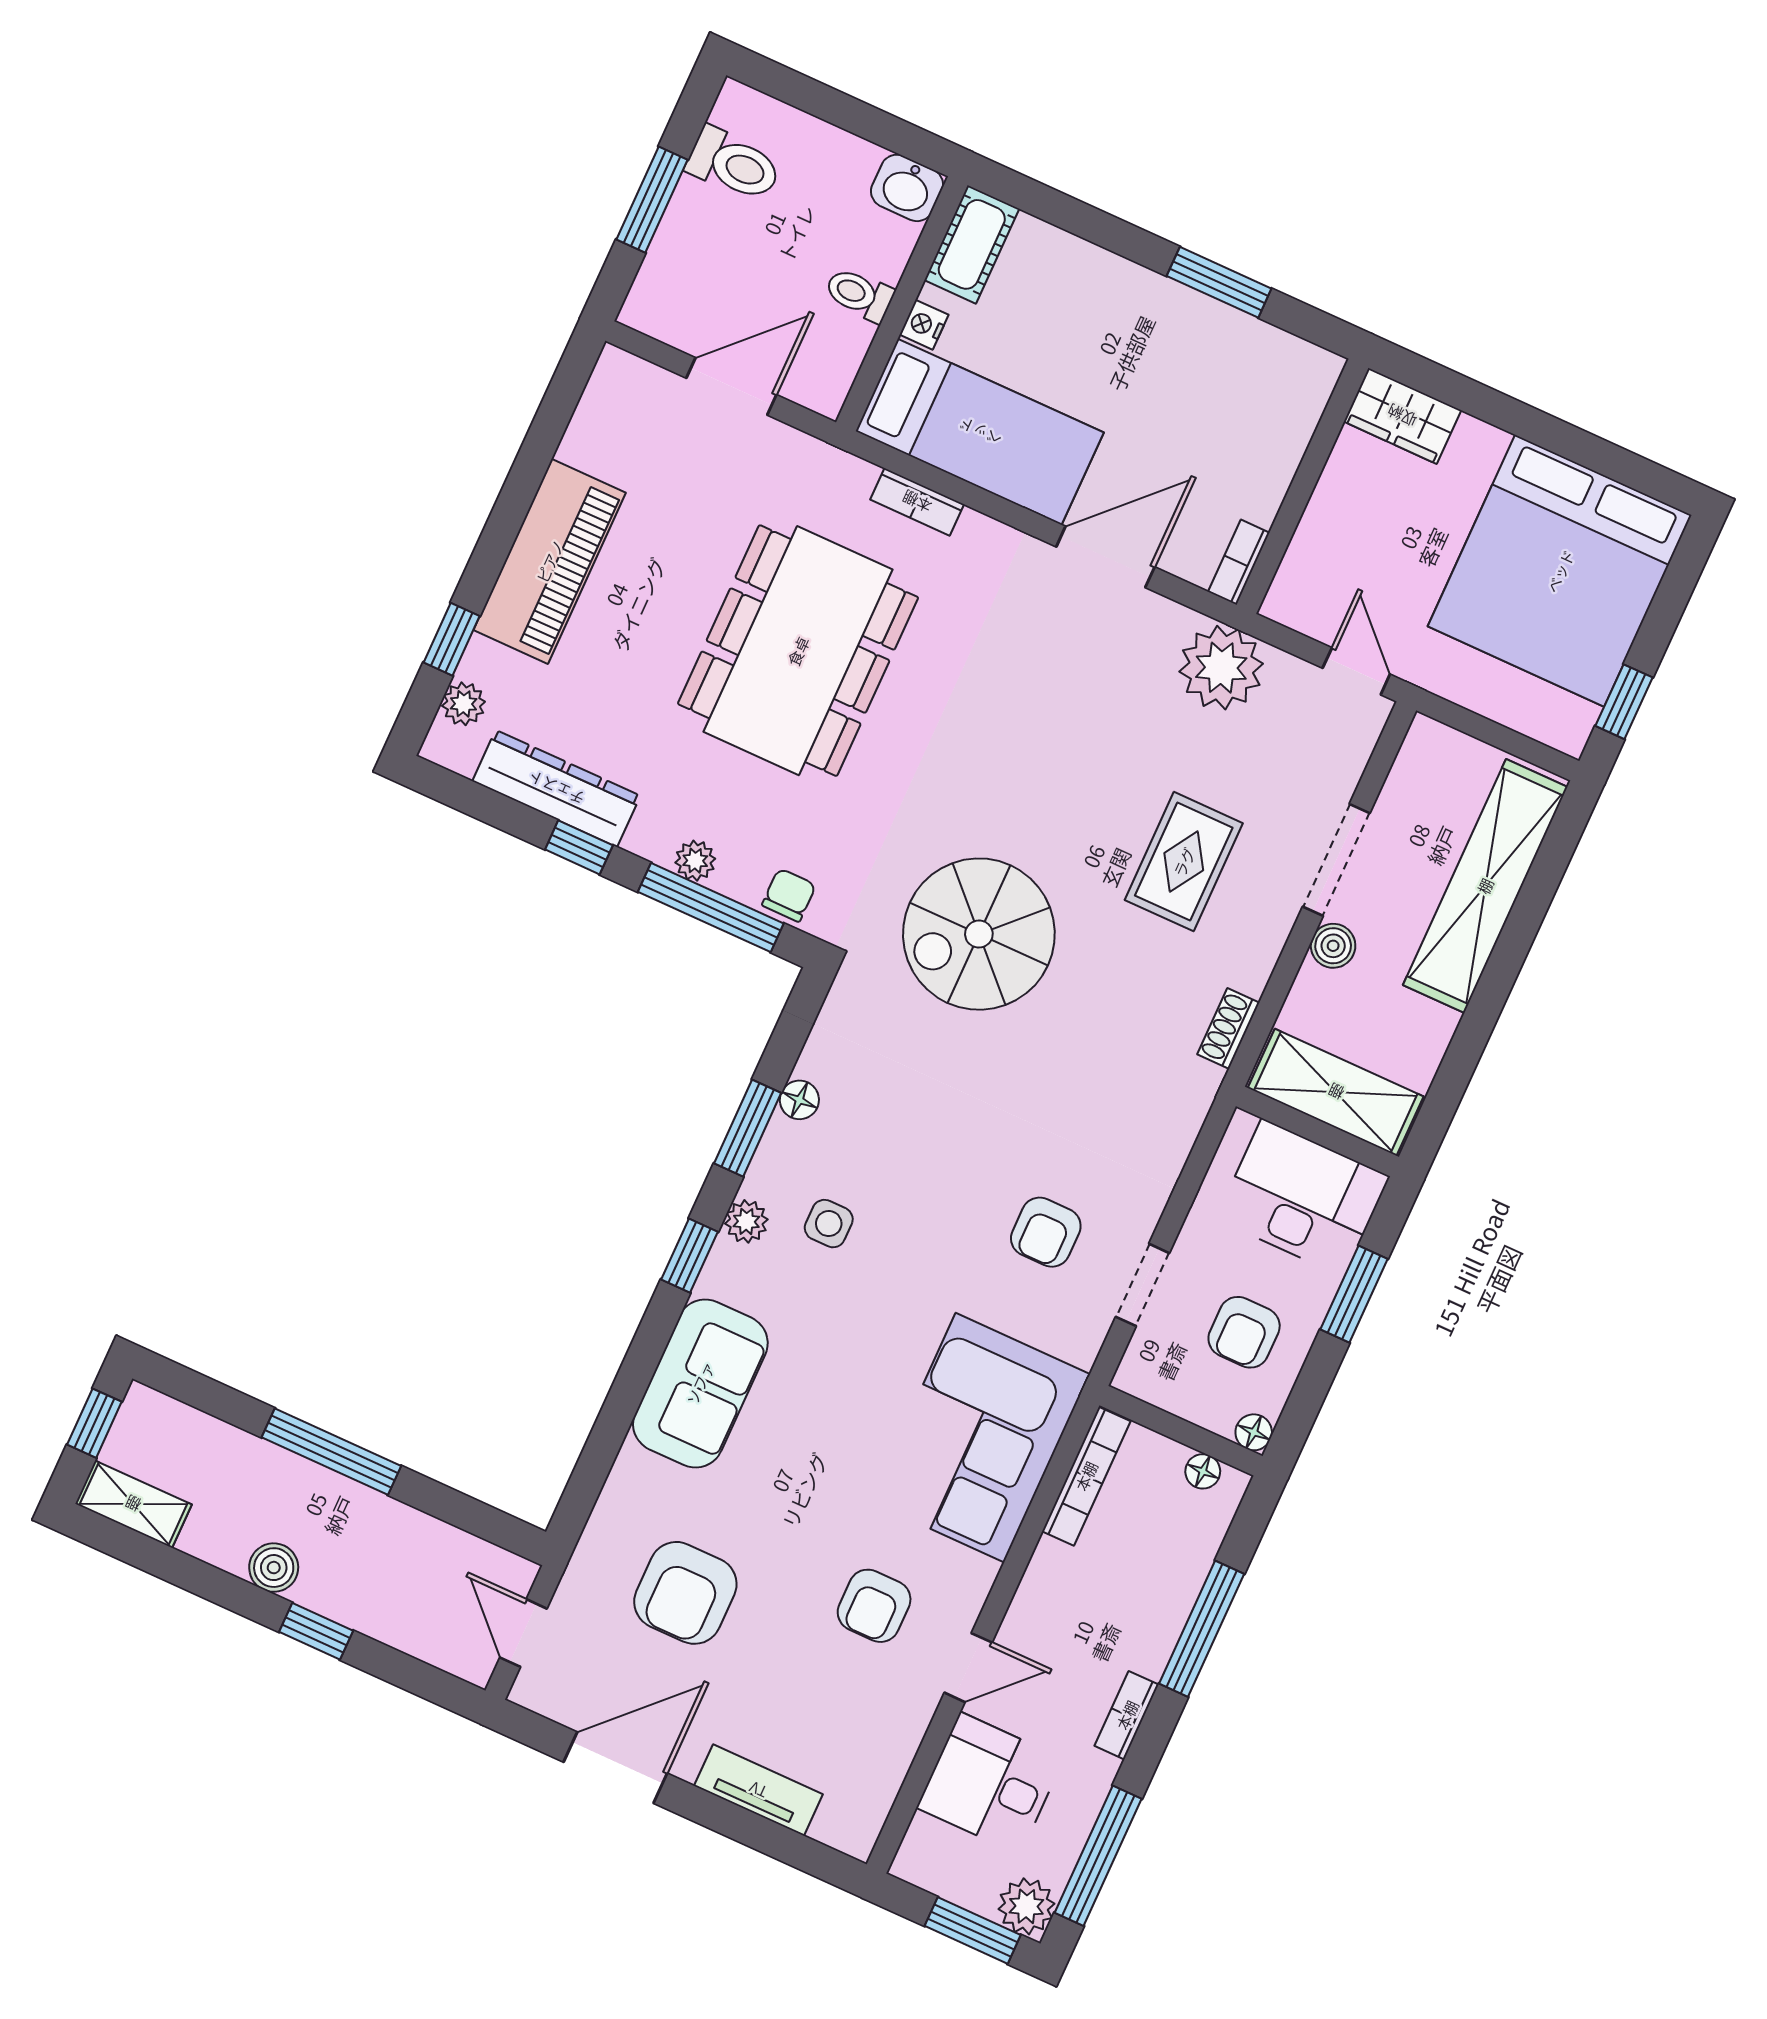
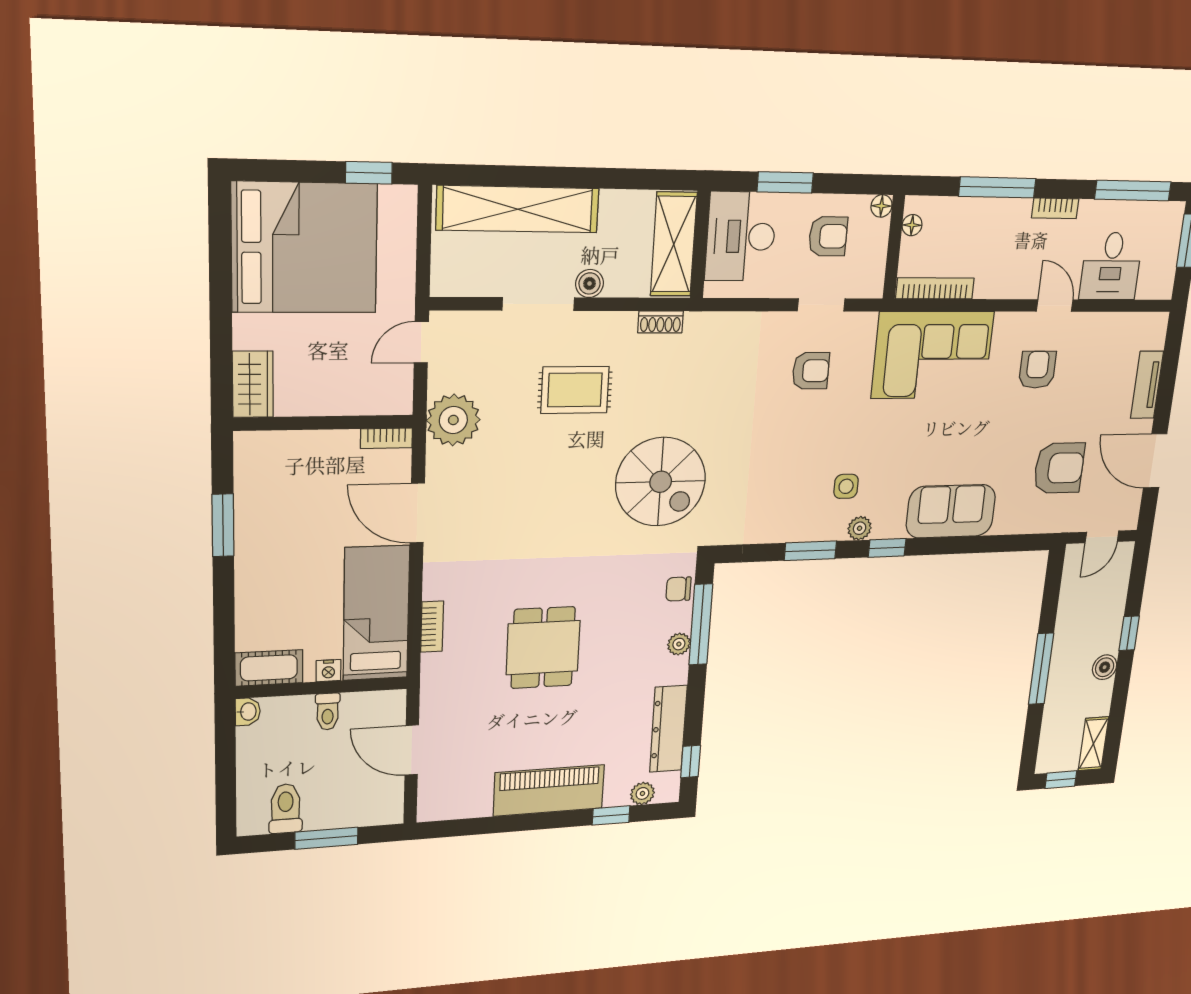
washbasin: (907, 188) -> (248, 712), width x0.72, depth x0.69
dining table: (798, 651) -> (543, 648), width x0.53, depth x0.80
window: (579, 847) -> (691, 761), moved
floor lamp: (799, 1100) -> (786, 532), removed
armchair: (874, 1606) -> (1037, 370), turned -90
plant: (1026, 1906) -> (1169, 218), removed

